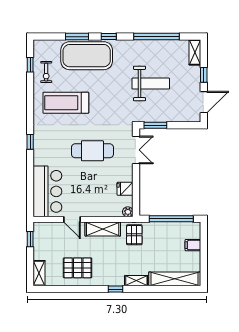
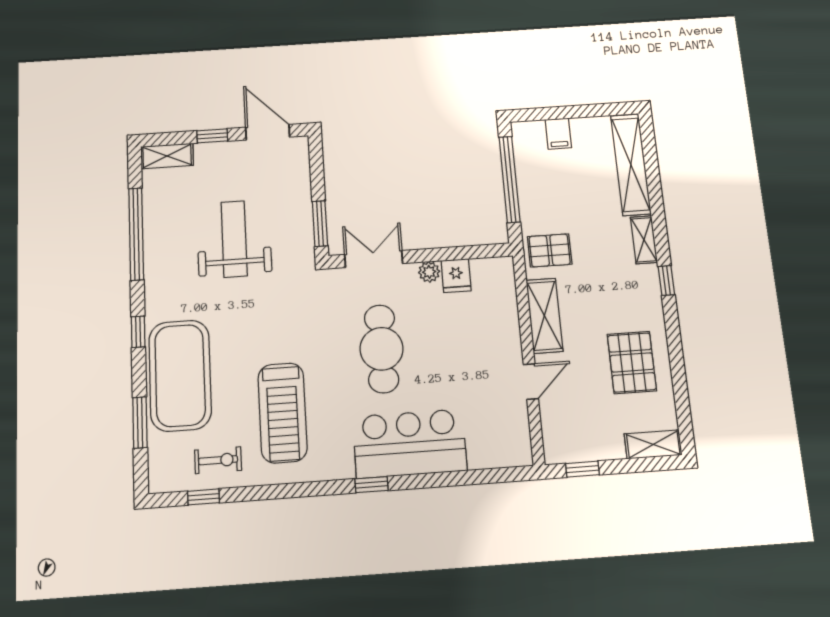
window: (77, 37) -> (140, 422), moved
bar counter: (47, 191) -> (410, 444), moved
plant: (128, 212) -> (429, 272), moved

